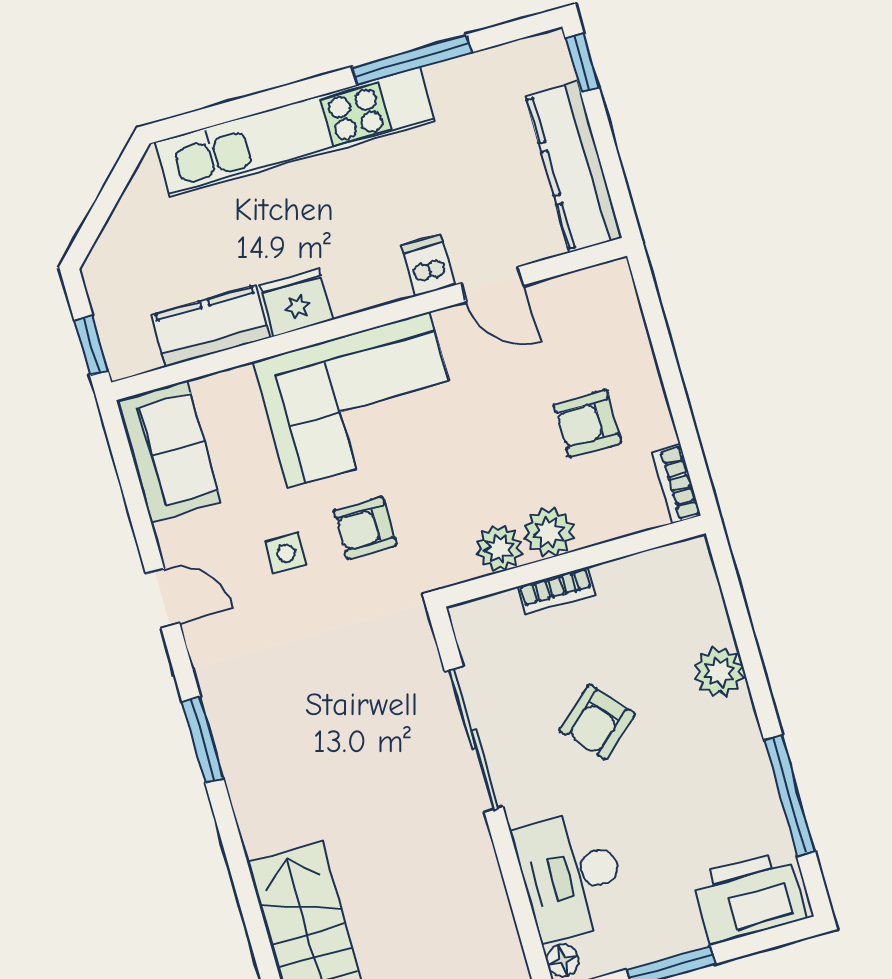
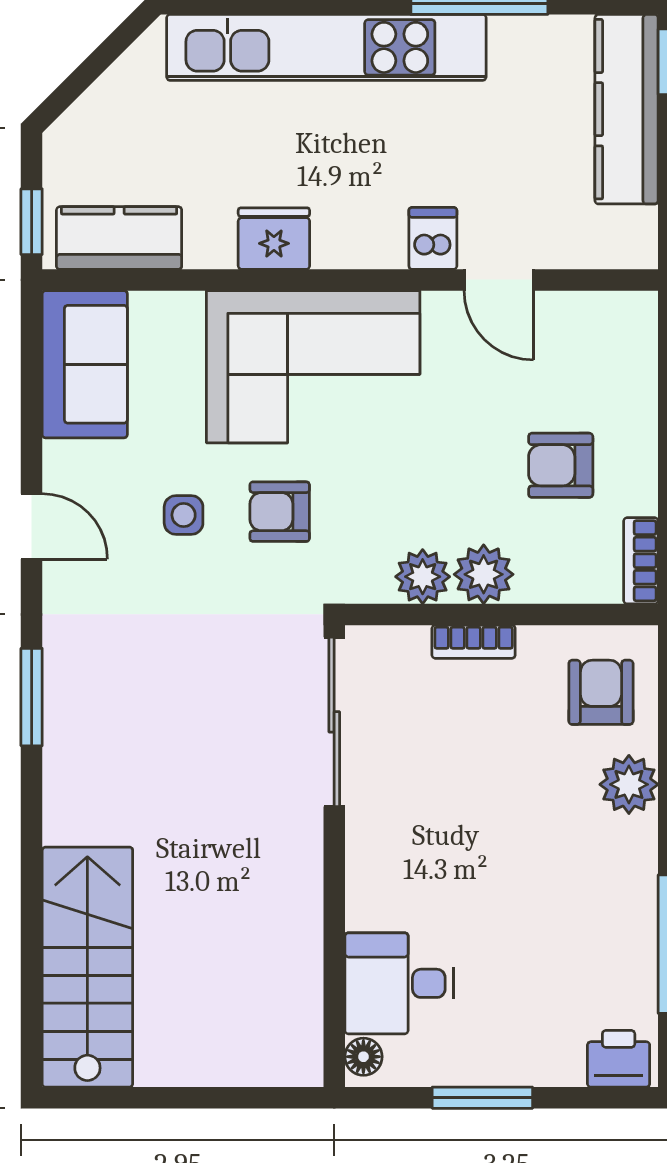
kitchen counter: (574, 167) -> (627, 109), moved
kitchen counter: (211, 326) -> (119, 238), moved
armchair: (597, 722) -> (601, 692), moved, turned 131
sliding door: (474, 739) -> (334, 722), moved
desk: (571, 876) -> (399, 983), width x0.73
printer: (749, 897) -> (619, 1059), width x0.53, depth x0.68

